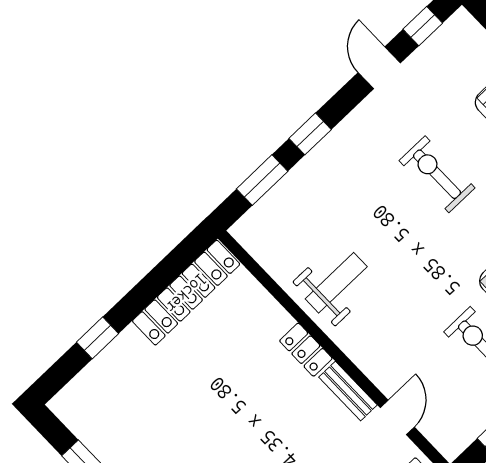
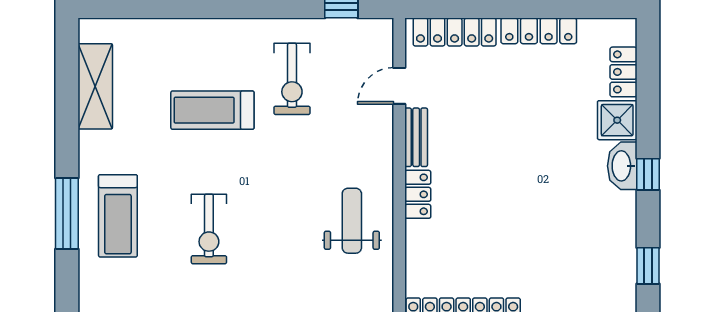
weight bench: (336, 283) -> (352, 221), turned 90

